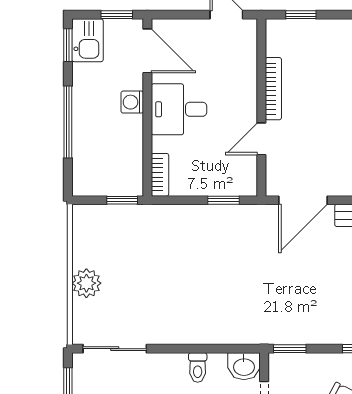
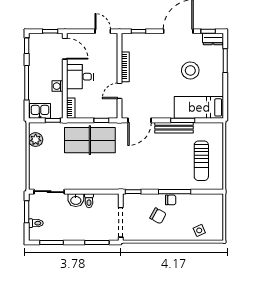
kitchen sink: (87, 40) -> (40, 111), moved, turned -90
washing machine: (132, 102) -> (58, 86), moved
table tennis table: (200, 241) -> (90, 140), added
plant: (86, 283) -> (36, 140), moved
washbasin: (244, 366) -> (76, 200), moved

